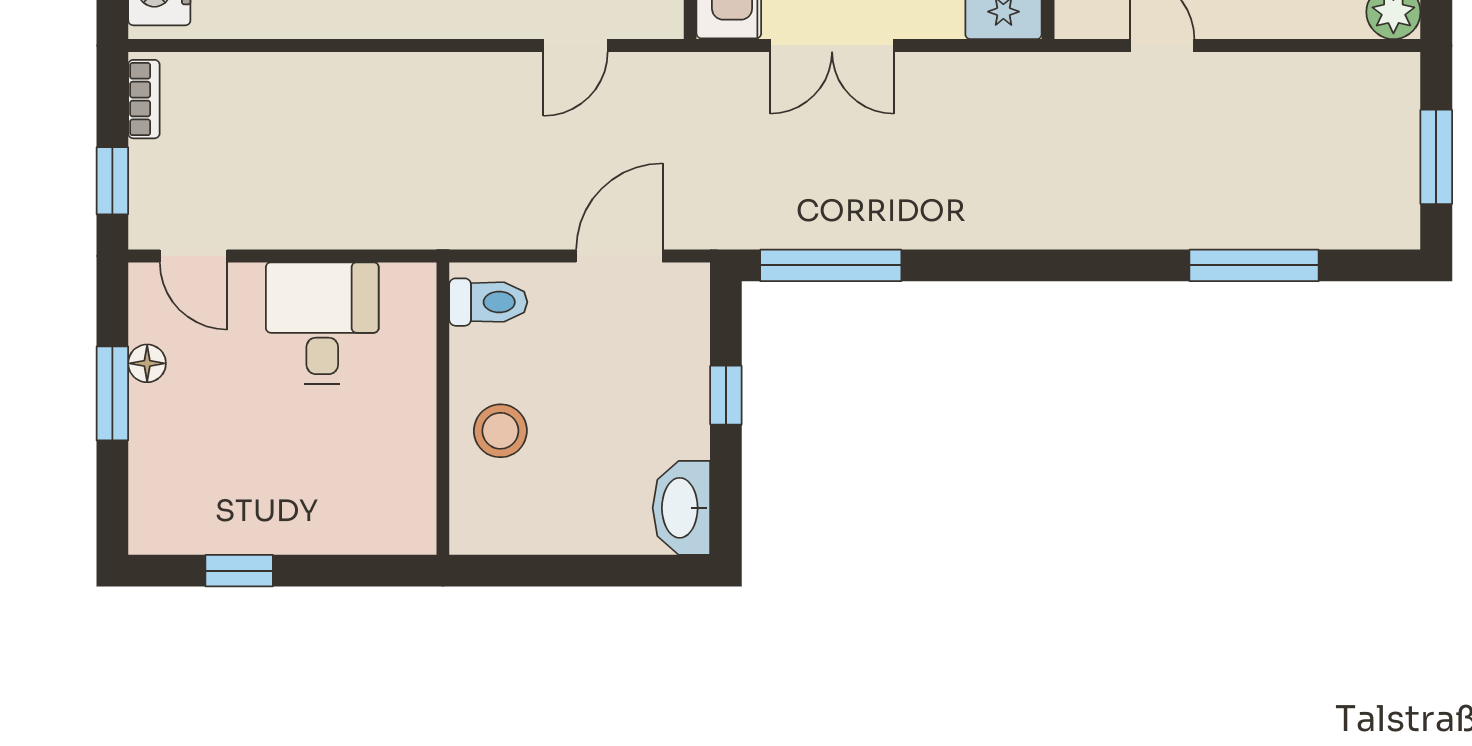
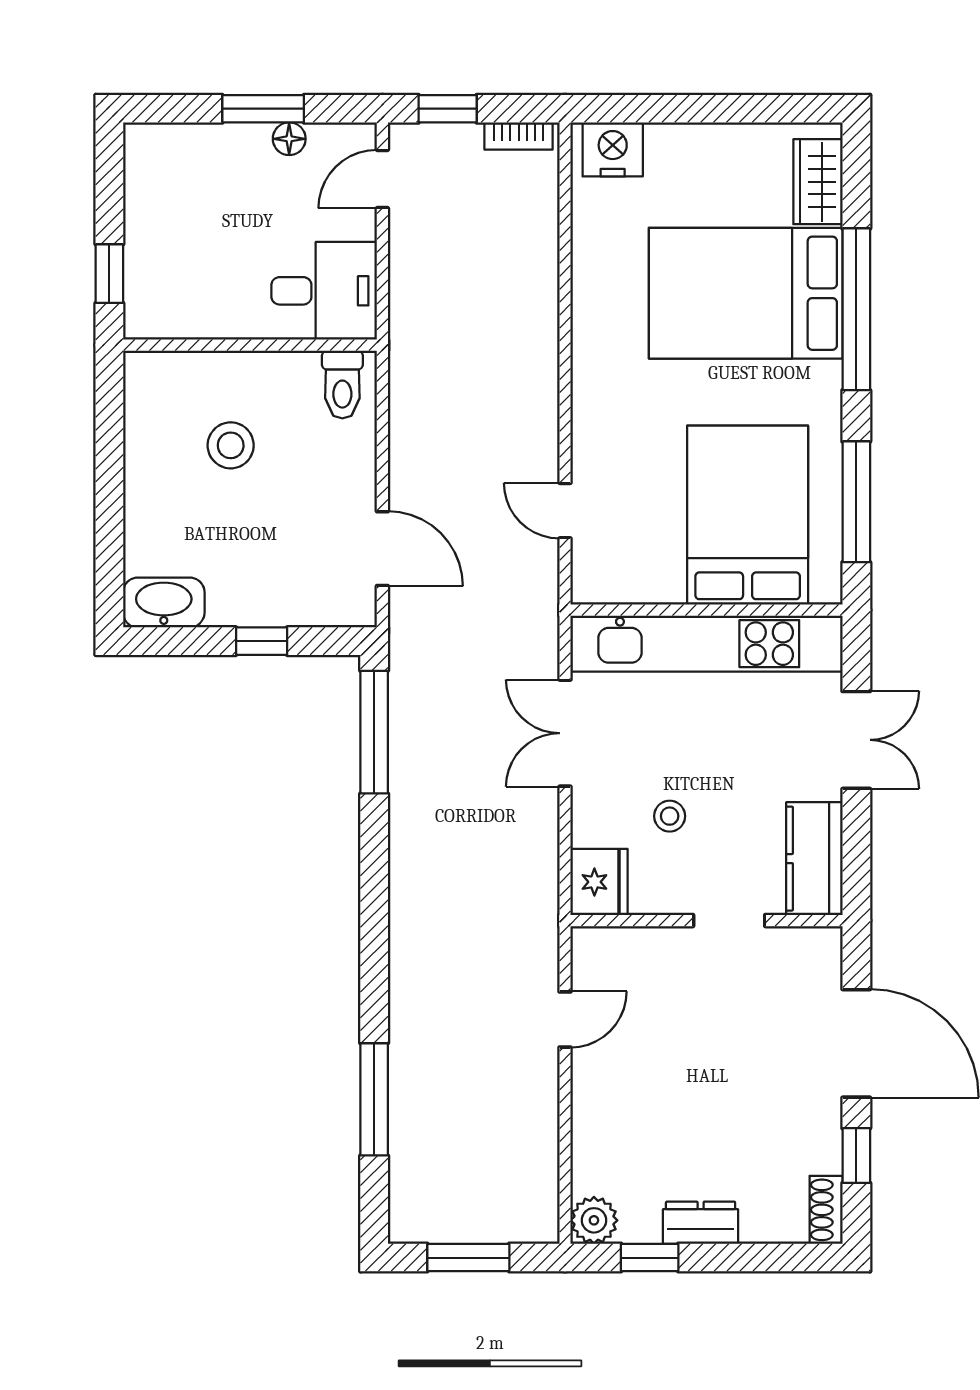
toilet: (488, 302) -> (342, 385), moved
wall: (443, 409) -> (250, 345), moved
window: (239, 571) -> (109, 274), moved

